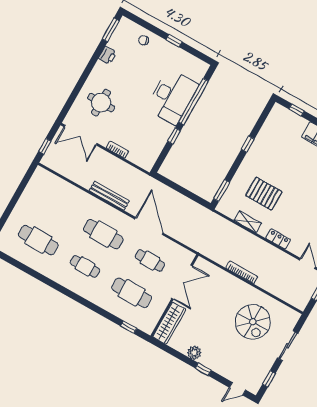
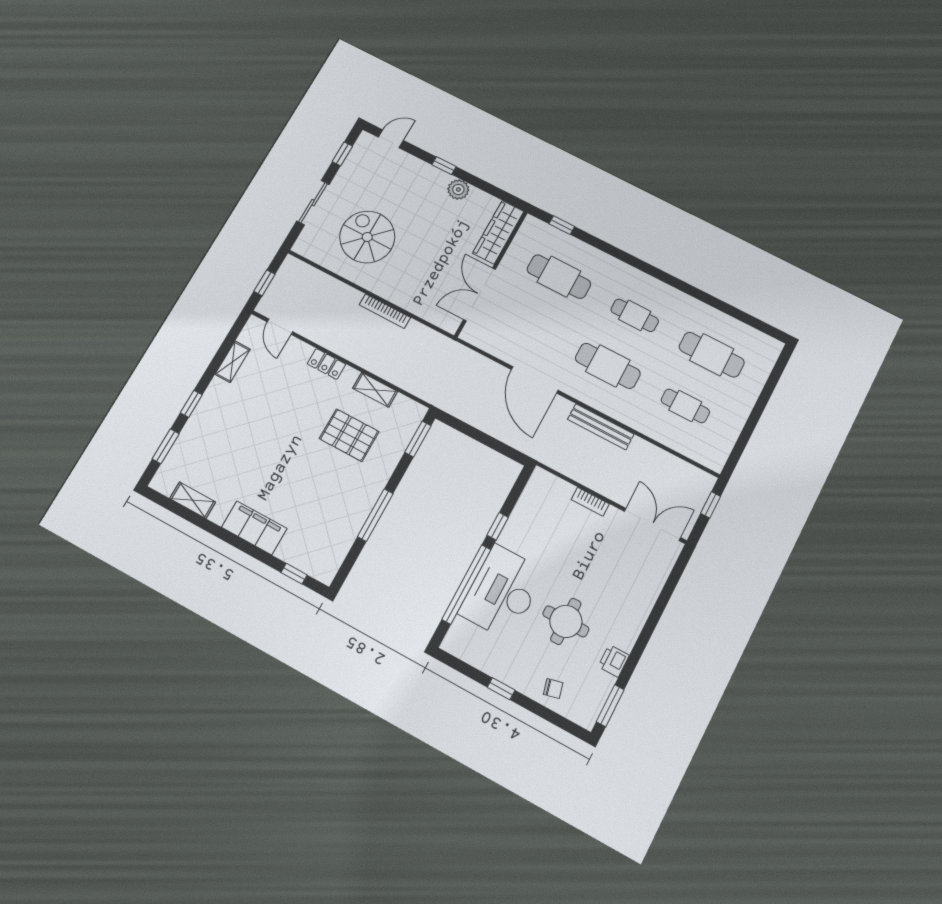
round table: (101, 103) -> (566, 621), moved
window: (248, 144) -> (375, 515), width x2.17
cafe table: (150, 261) -> (685, 406), moved

